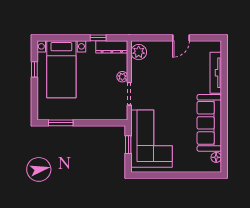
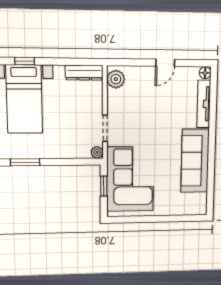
window: (98, 38) -> (25, 61), moved
plant: (122, 77) -> (97, 152), moved
floor lamp: (216, 157) -> (205, 73), moved

